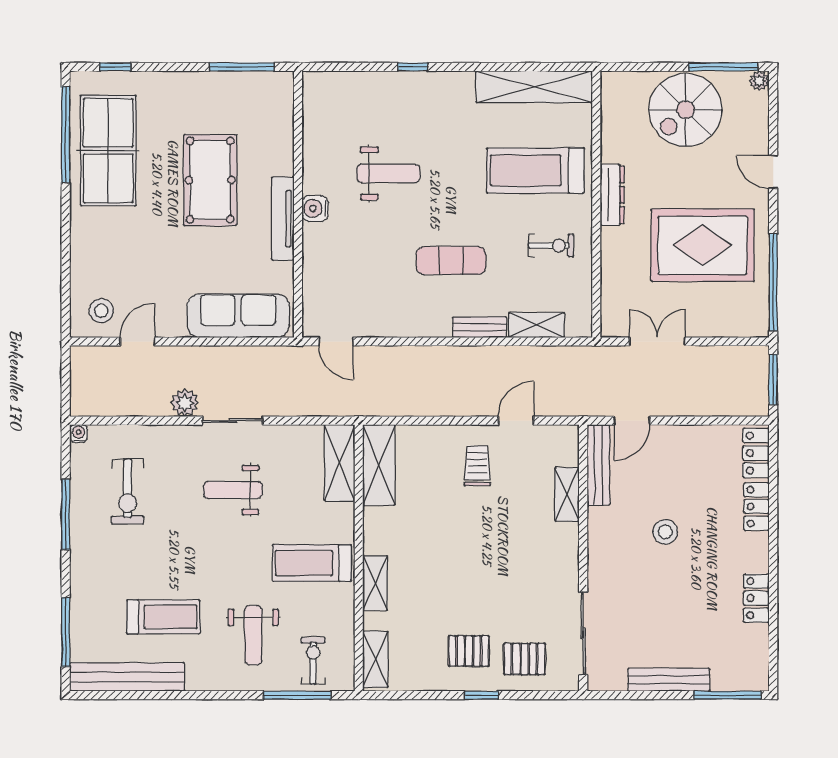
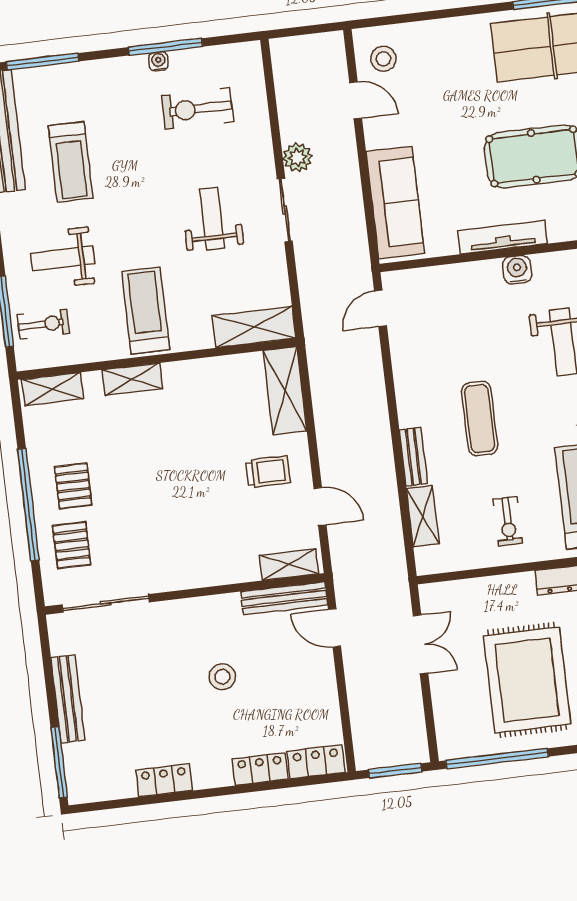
water cooler: (79, 433) -> (158, 61), moved, turned -90
shelving: (379, 465) -> (285, 391), moved, turned 90
shelving: (567, 494) -> (289, 564), moved
window: (481, 695) -> (28, 505), width x3.17

